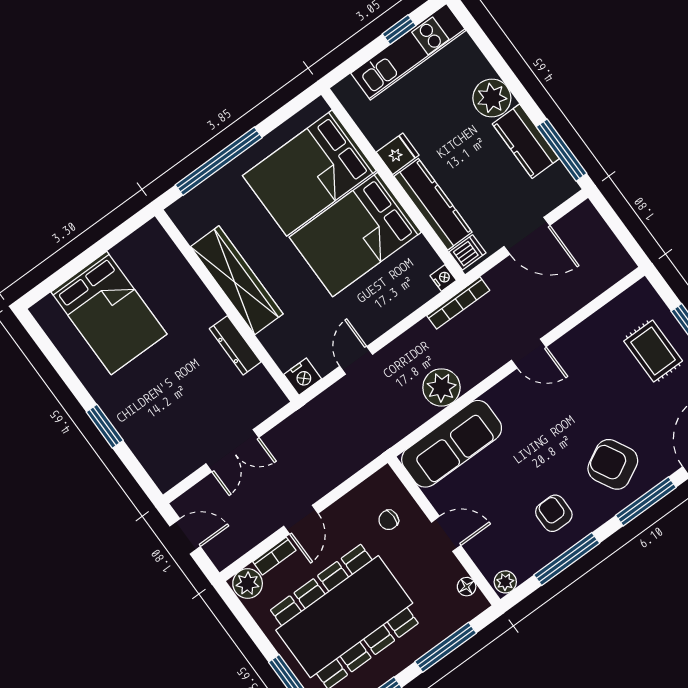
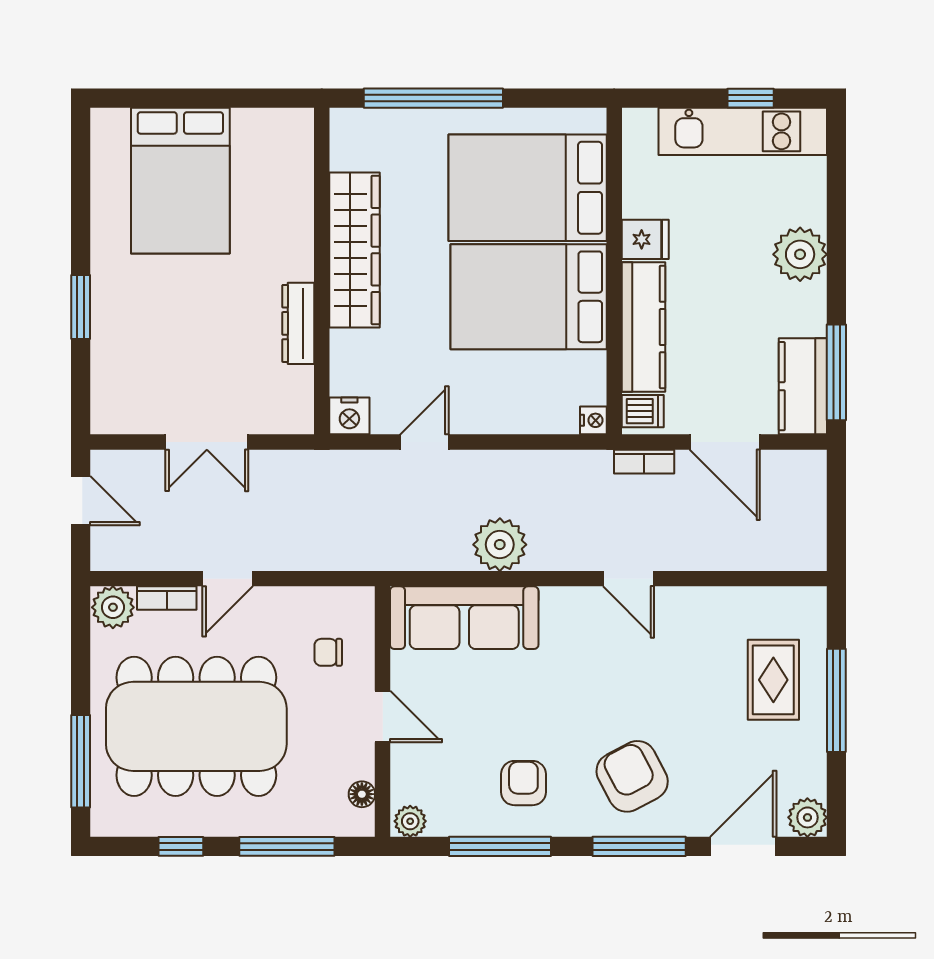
kitchen counter: (526, 141) -> (803, 386), moved
bookcase: (458, 303) -> (644, 462), moved, width x0.64

